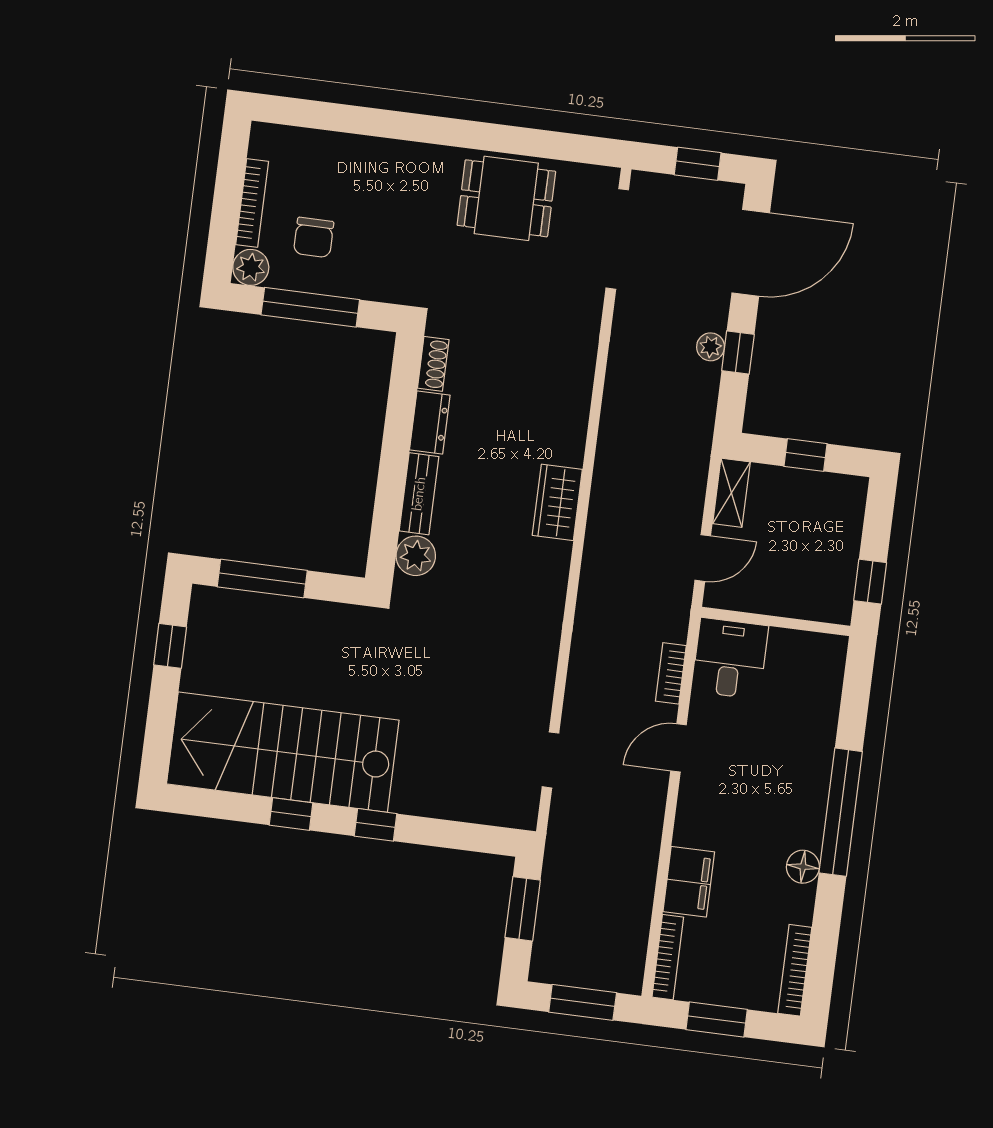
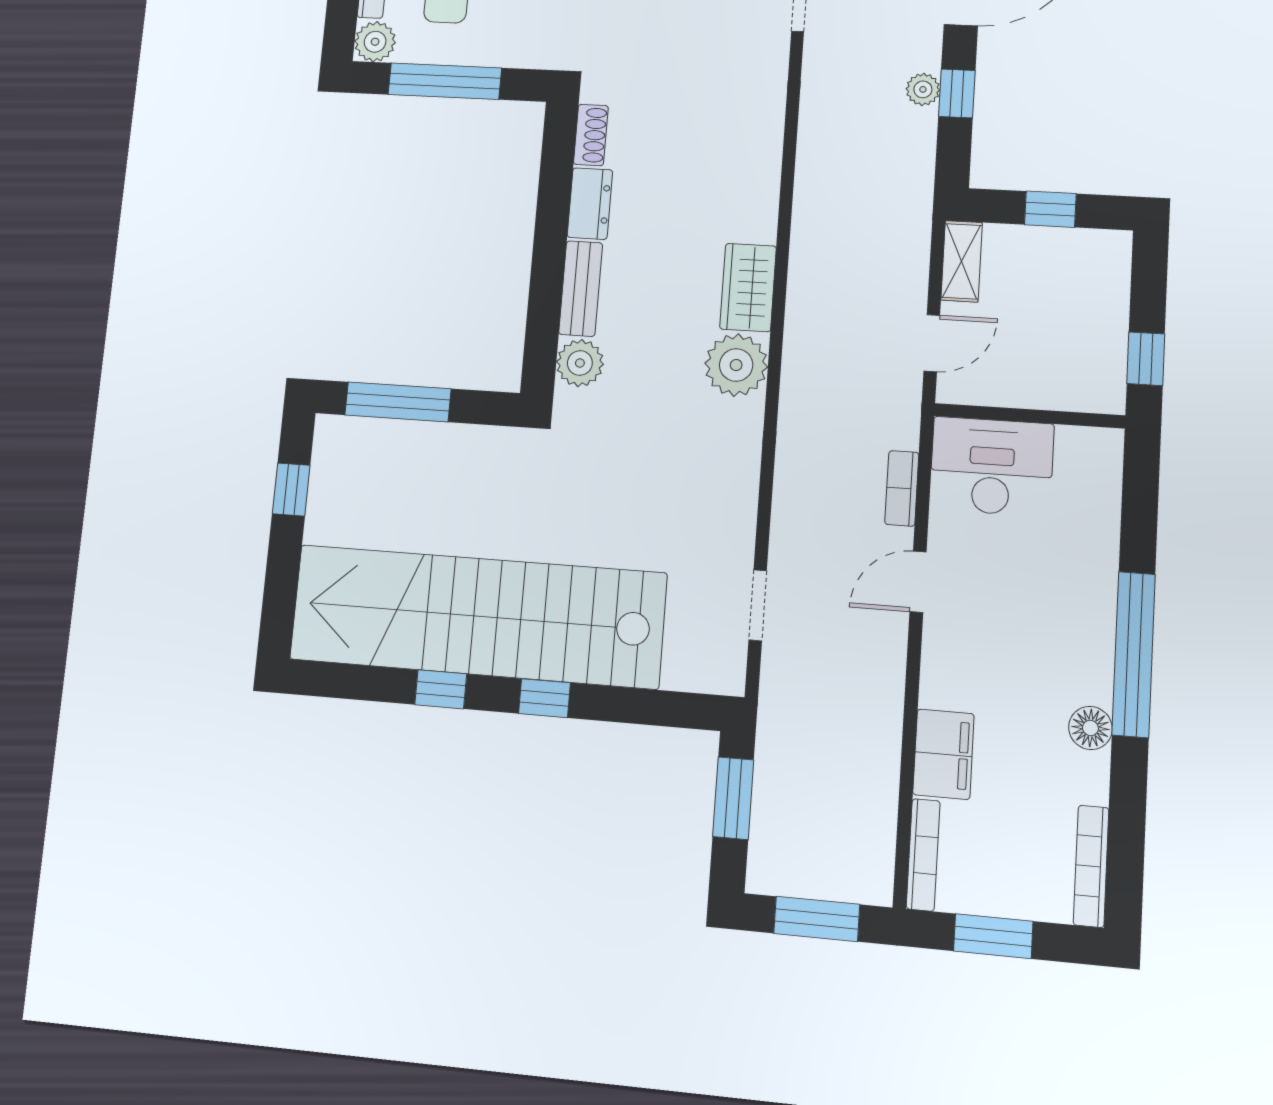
plant: (544, 566) -> (736, 365), added
desk: (730, 658) -> (992, 466), width x1.37
stairs: (283, 752) -> (477, 616), width x1.36

